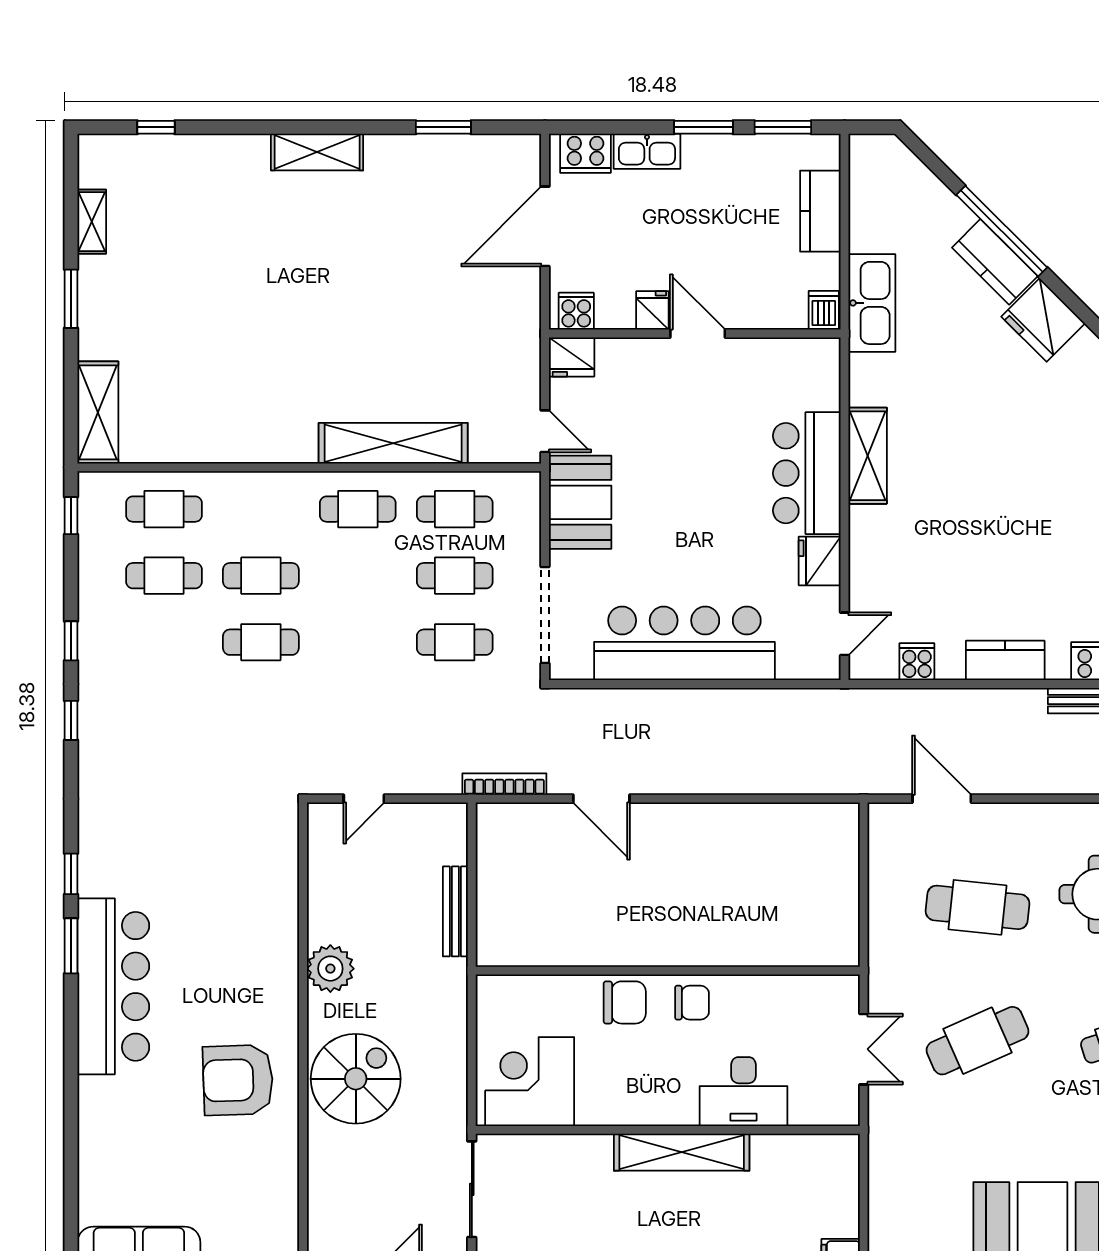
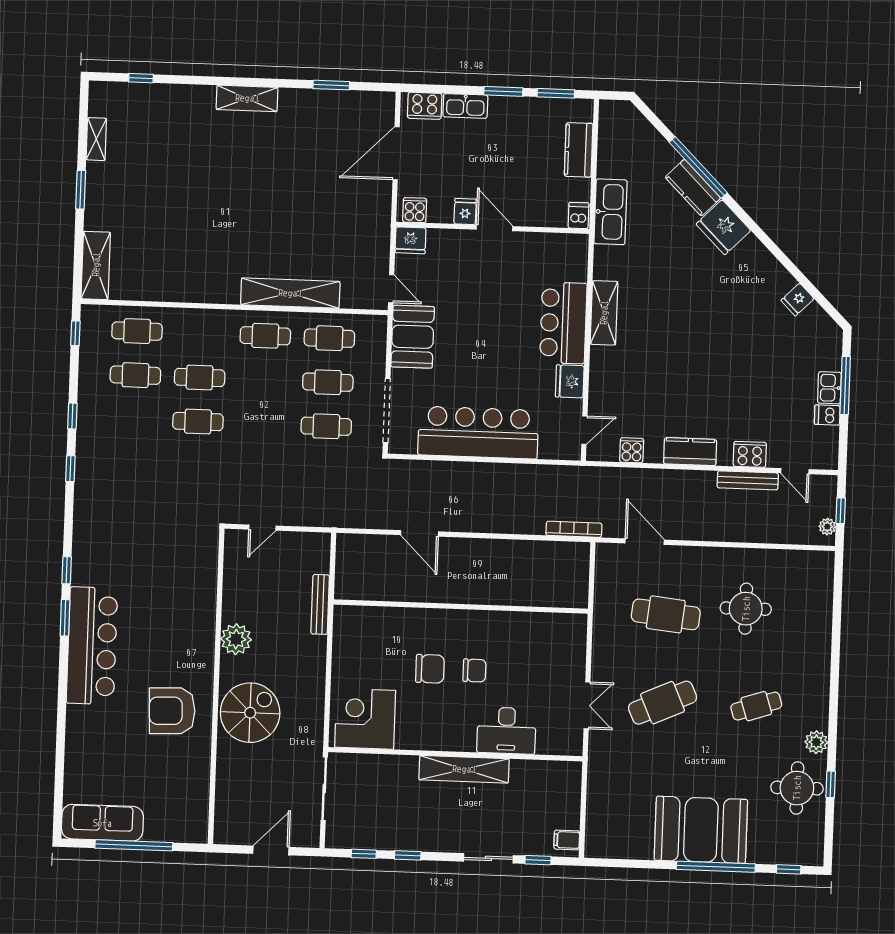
bookcase: (504, 784) -> (574, 529), moved
wall: (668, 971) -> (461, 607), moved

